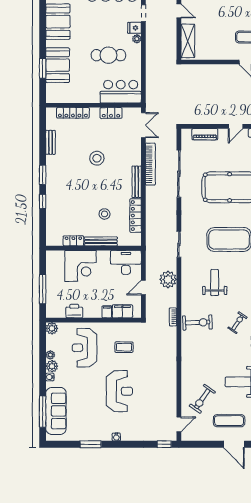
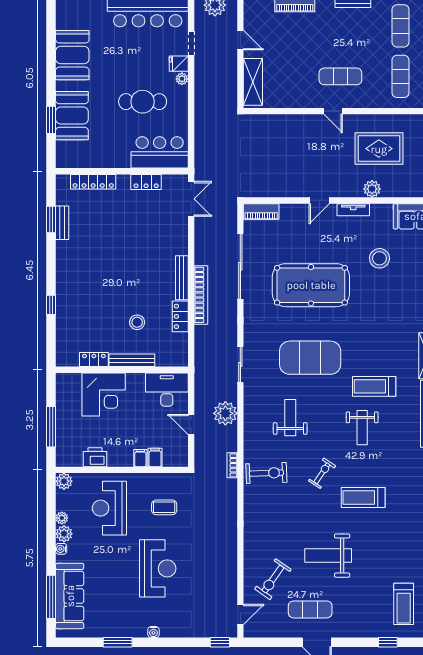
piano: (205, 134) -> (261, 211), moved
stool: (97, 158) -> (127, 245), removed
bookcase: (150, 164) -> (201, 295), moved
window: (43, 175) -> (51, 220), moved
locker: (136, 216) -> (180, 316), width x0.66
door: (143, 288) -> (191, 425), hinge flipped
filing cabinet: (122, 311) -> (155, 457), width x0.50

